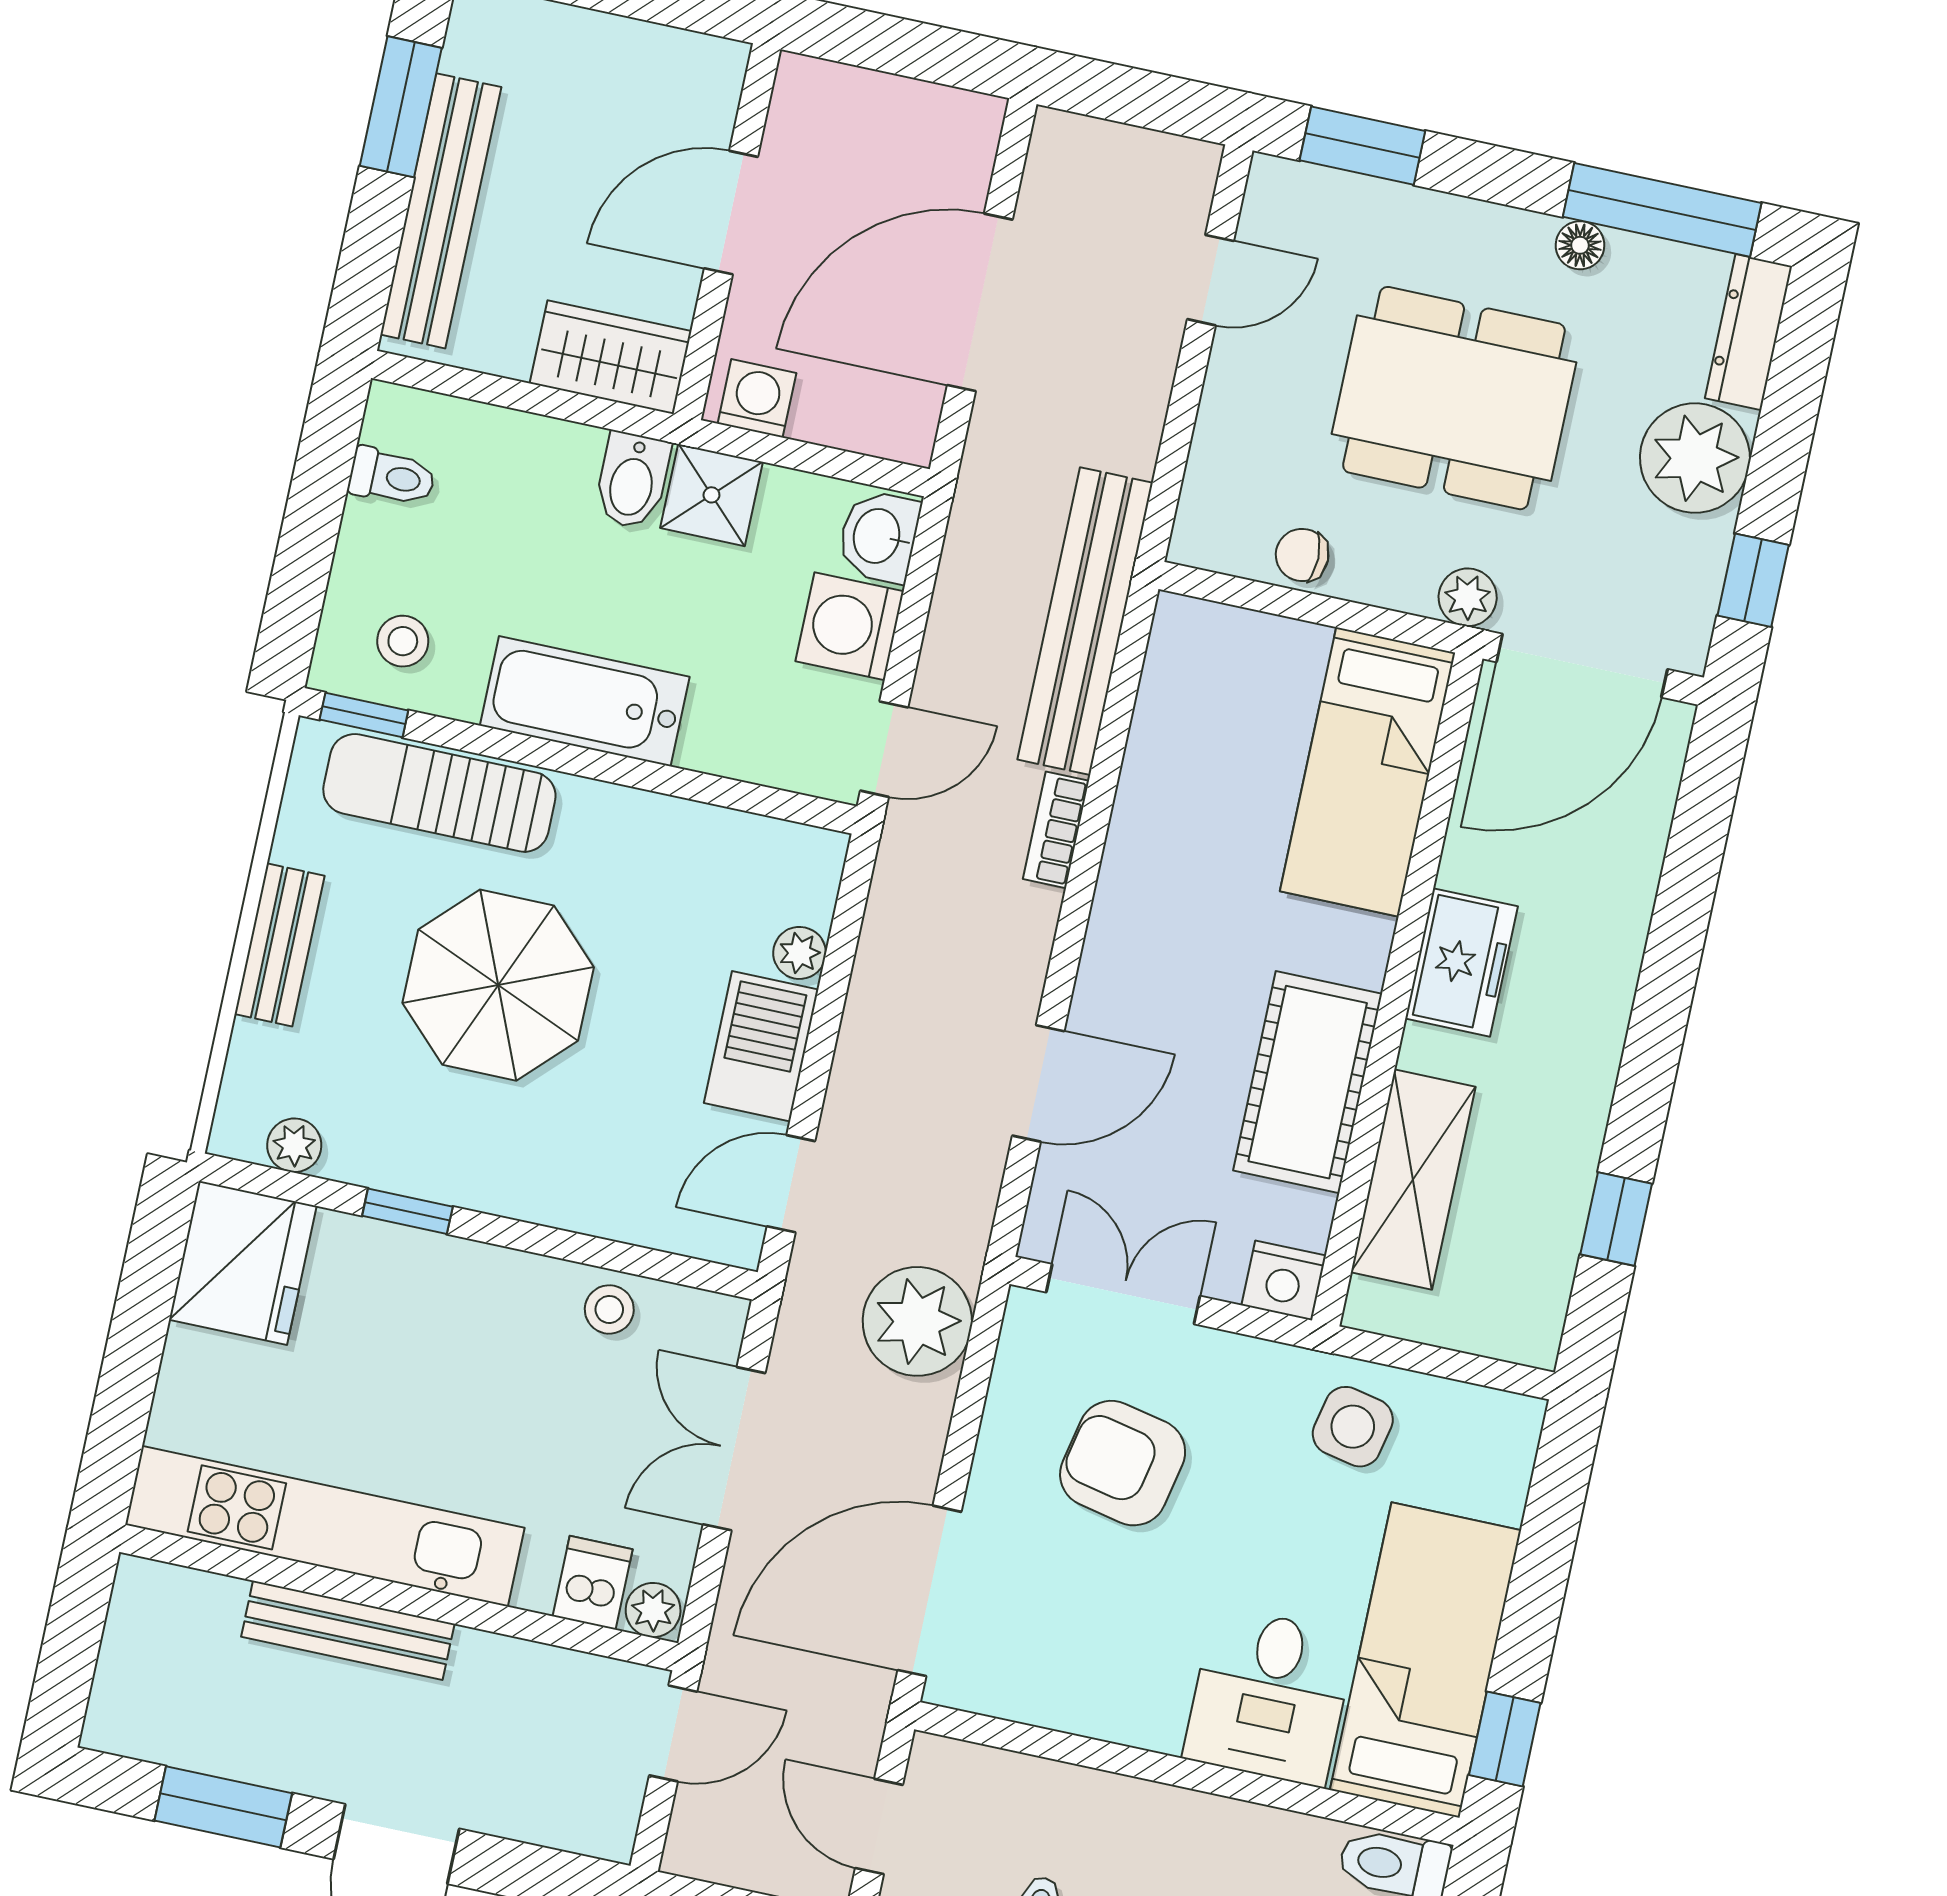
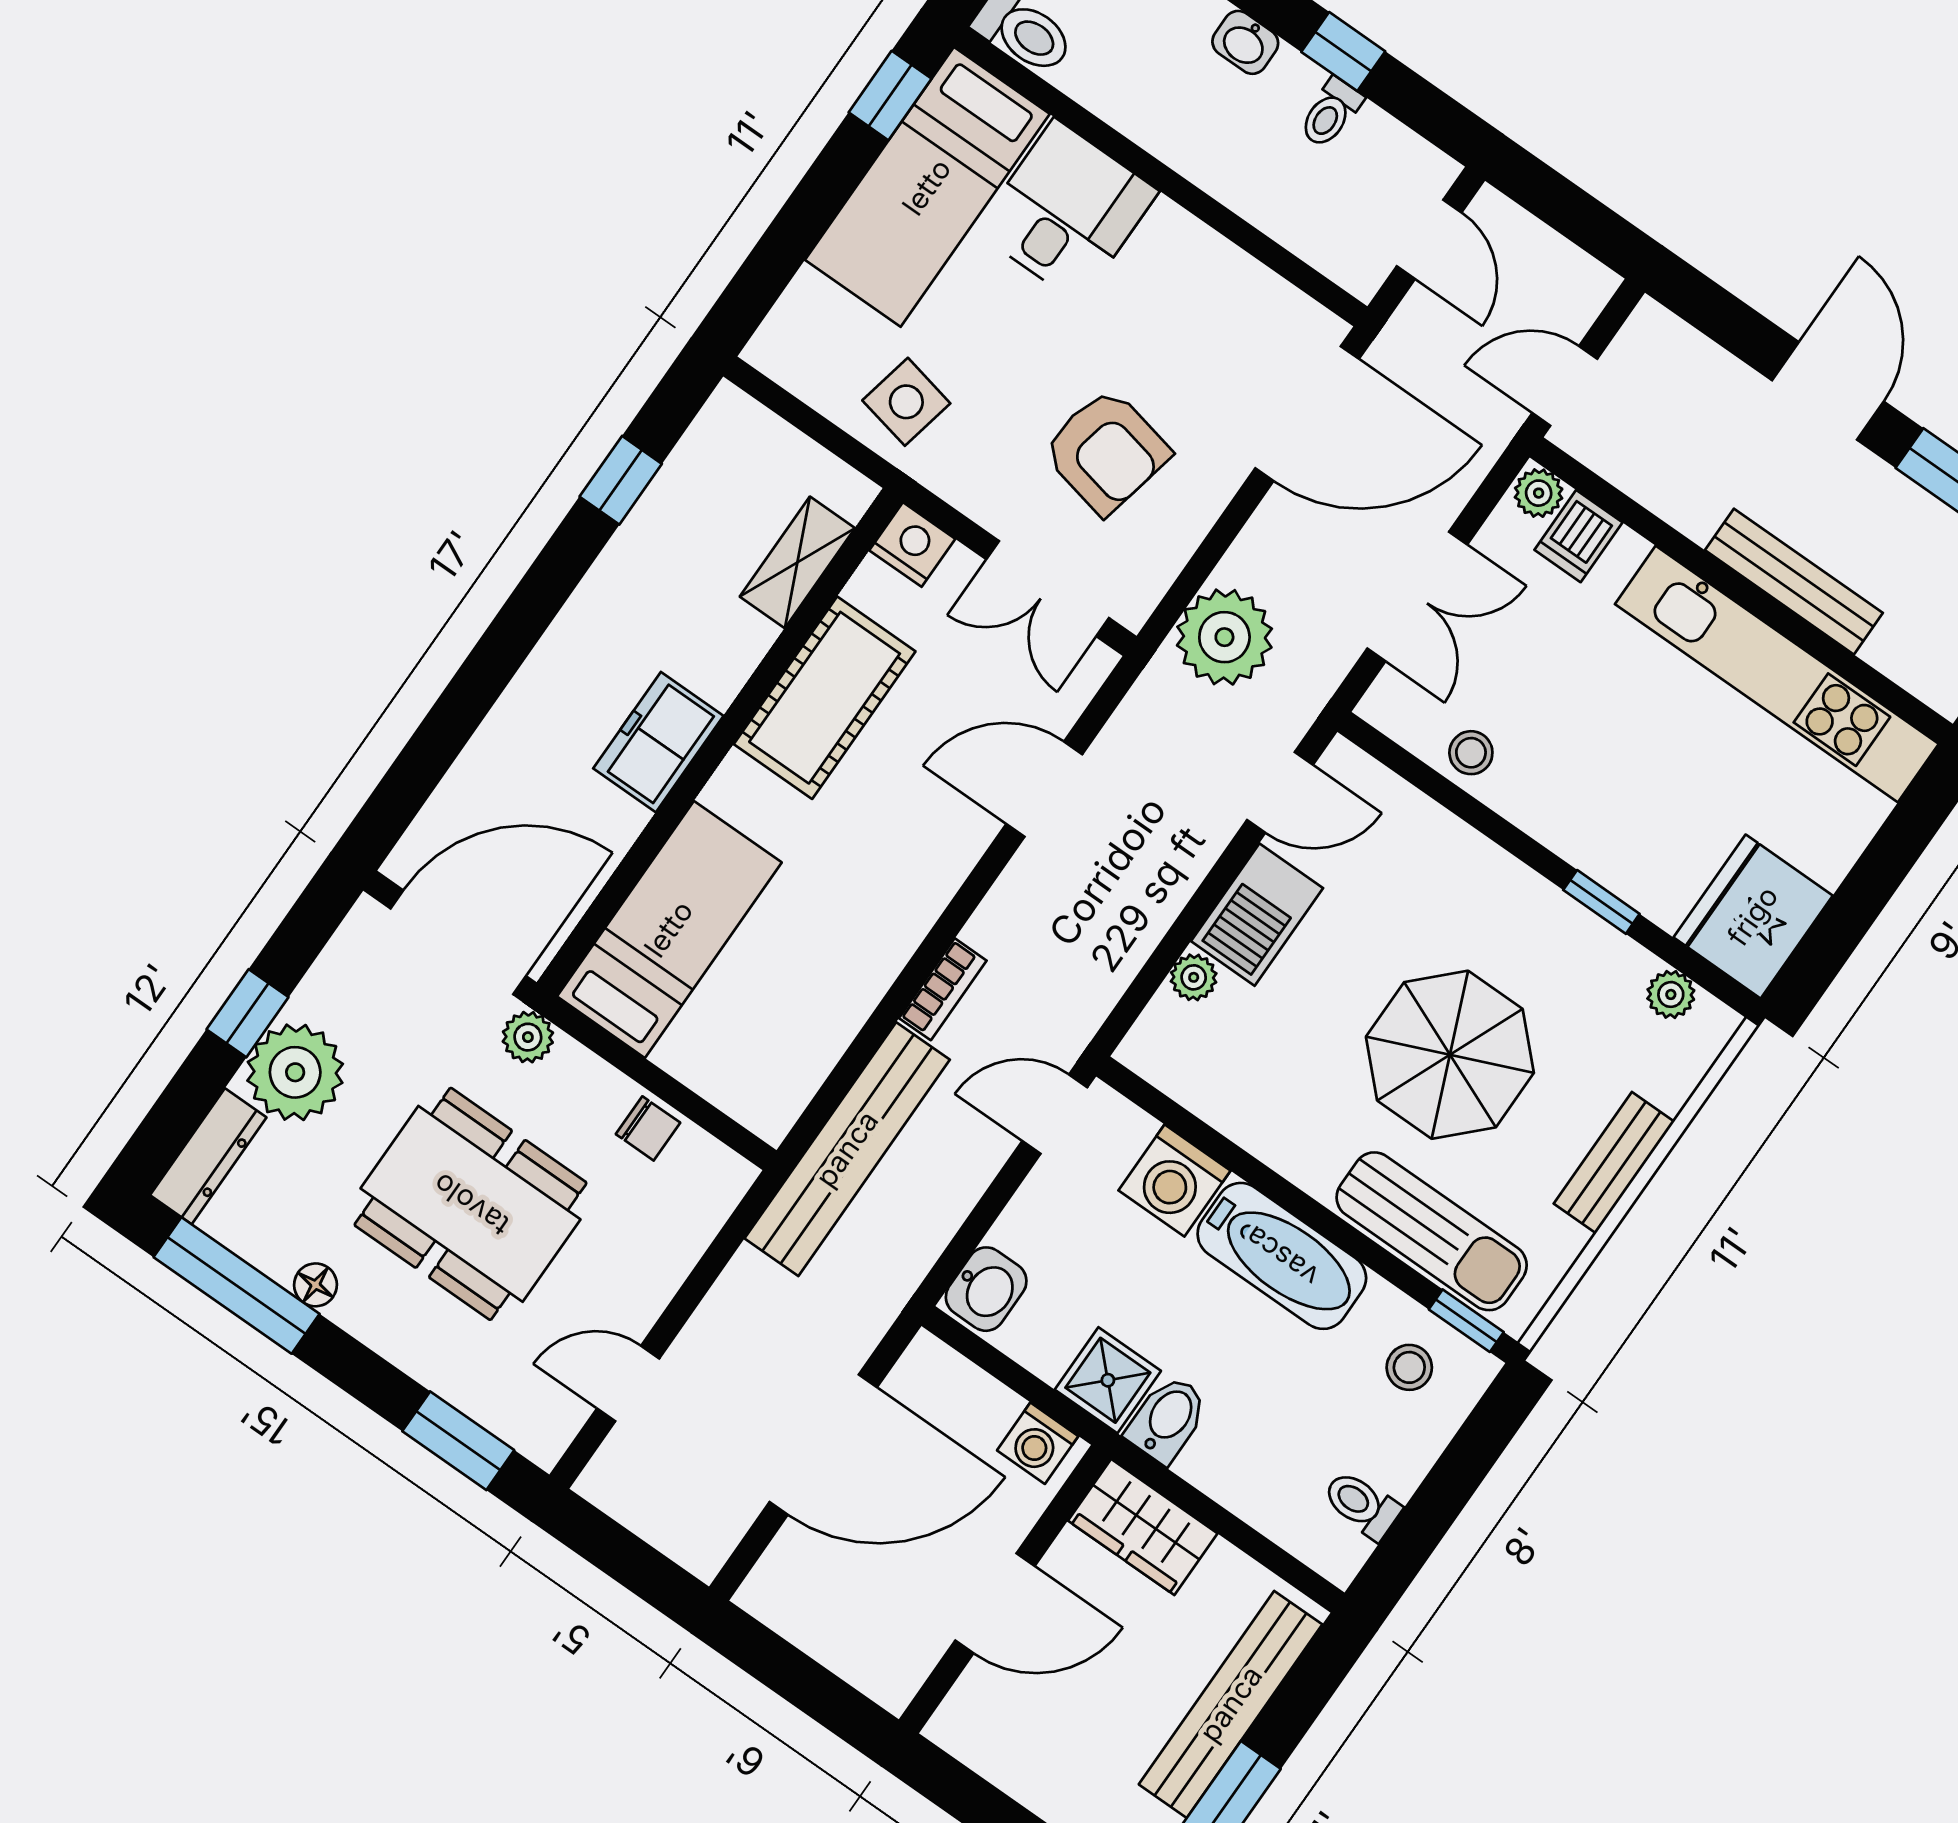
window: (1753, 580) -> (247, 1013), moved
washing machine: (850, 626) -> (1174, 1180), moved, turned 90
shelving: (1413, 1179) -> (797, 562), width x0.67, depth x0.75

